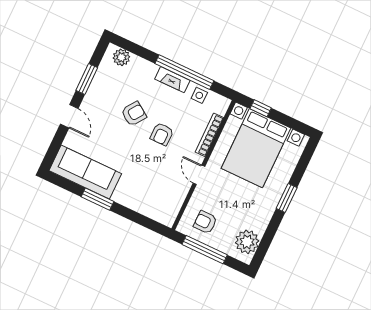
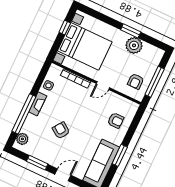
window: (184, 72) -> (24, 114), moved
window: (261, 108) -> (65, 28), moved
armchair: (162, 134) -> (116, 121), moved
window: (287, 198) -> (131, 31), moved
plant: (247, 242) -> (134, 45), moved

